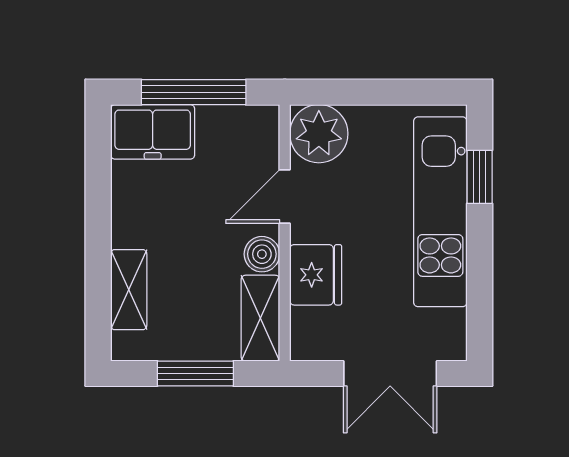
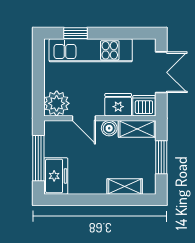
dishwasher: (314, 334) -> (144, 106), added

